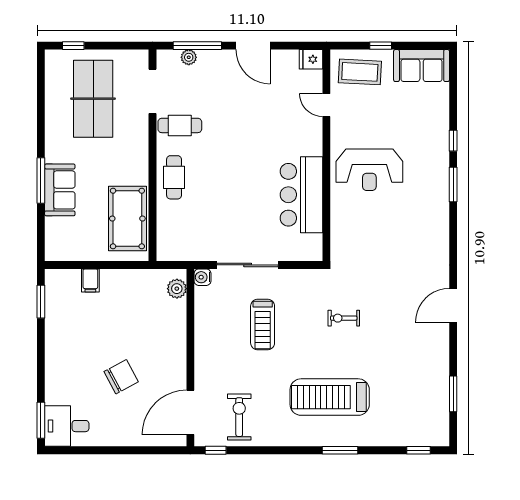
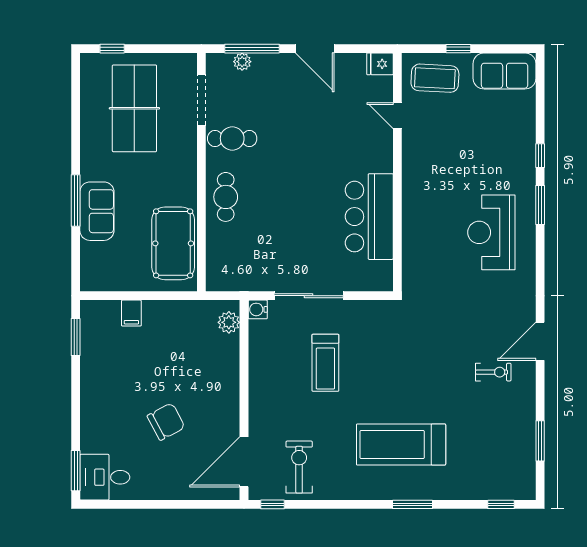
reception desk: (369, 170) -> (491, 232), moved, turned 90
exercise bike: (344, 318) -> (493, 372), moved, turned 180

